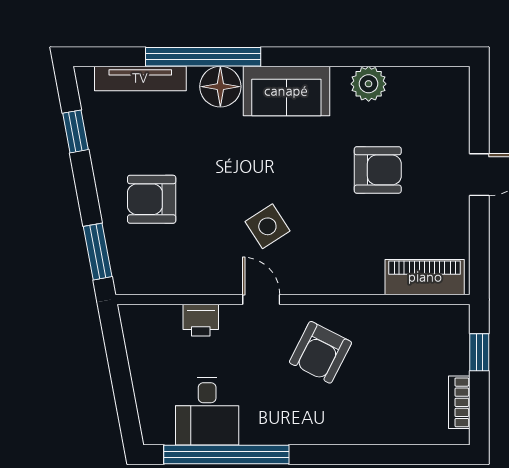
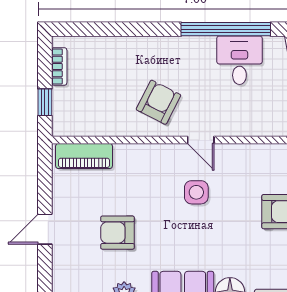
side table: (267, 226) -> (196, 192), turned 33
printer: (201, 320) -> (244, 125), removed

